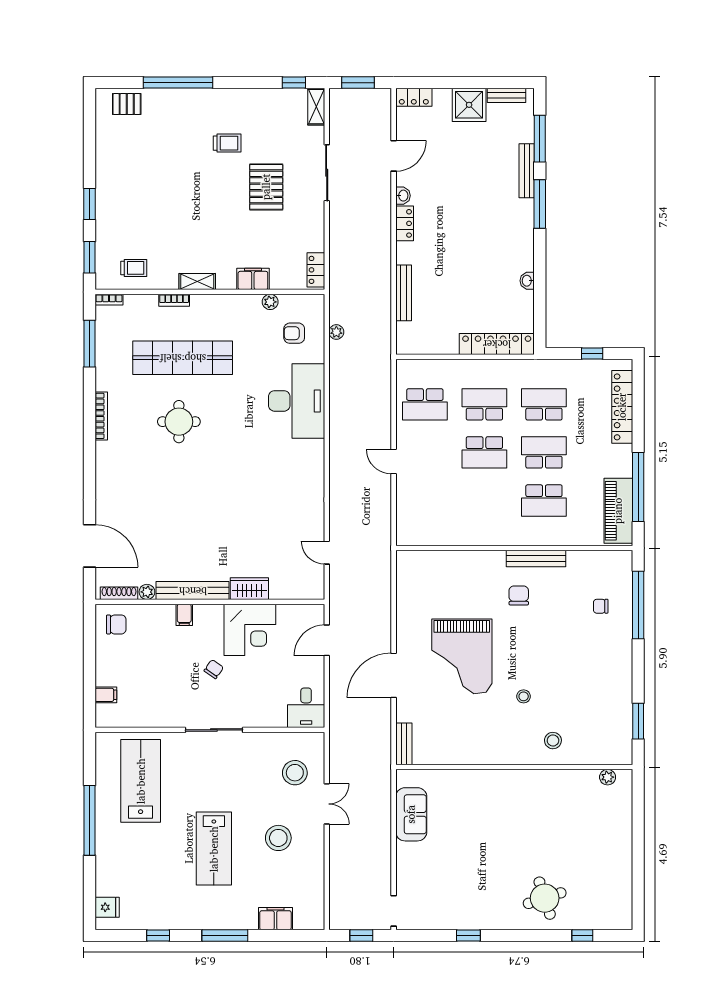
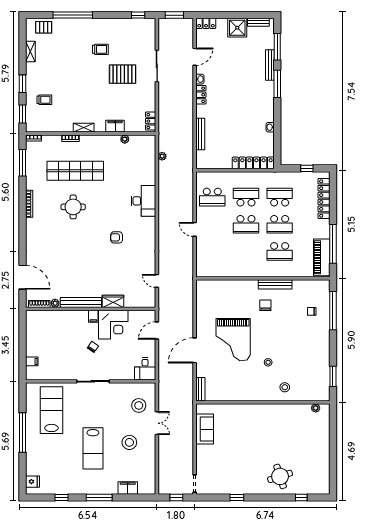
shelving: (316, 107) -> (30, 52), moved
pallet: (266, 187) -> (123, 74), turned 90
trolley: (134, 268) -> (44, 100), moved
armchair: (294, 333) -> (117, 237), moved
desk: (297, 401) -> (143, 201), width x0.73, depth x0.77
school desk: (544, 452) -> (280, 224), turned 180
filing cabinet: (184, 615) -> (93, 316), moved
chair: (116, 624) -> (38, 322), removed

